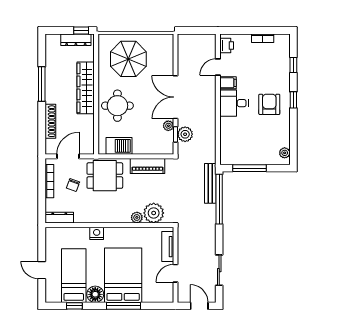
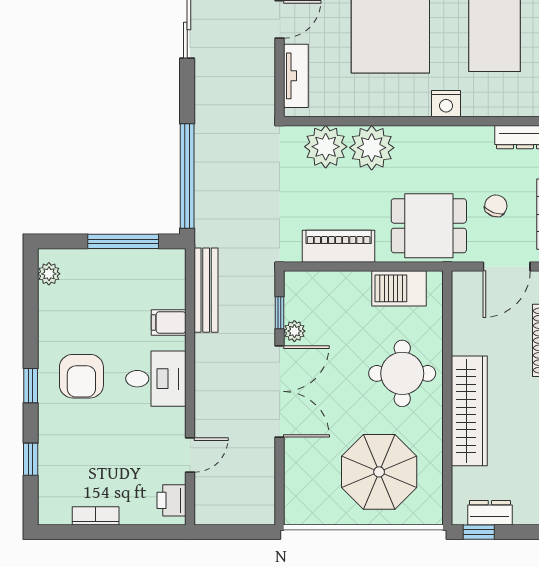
dresser: (76, 40) -> (490, 513), width x0.70
filing cabinet: (228, 83) -> (169, 322), moved
plant: (185, 134) -> (259, 313), removed
bench: (210, 183) -> (206, 290), moved
plant: (137, 217) -> (372, 148), width x1.88, depth x1.88

